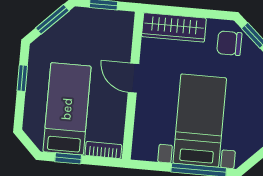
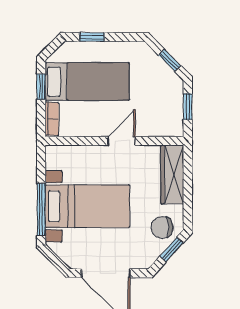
window: (52, 19) -> (170, 60), width x0.67
chair: (229, 43) -> (162, 227), turned -94
window: (22, 78) -> (92, 37), moved

